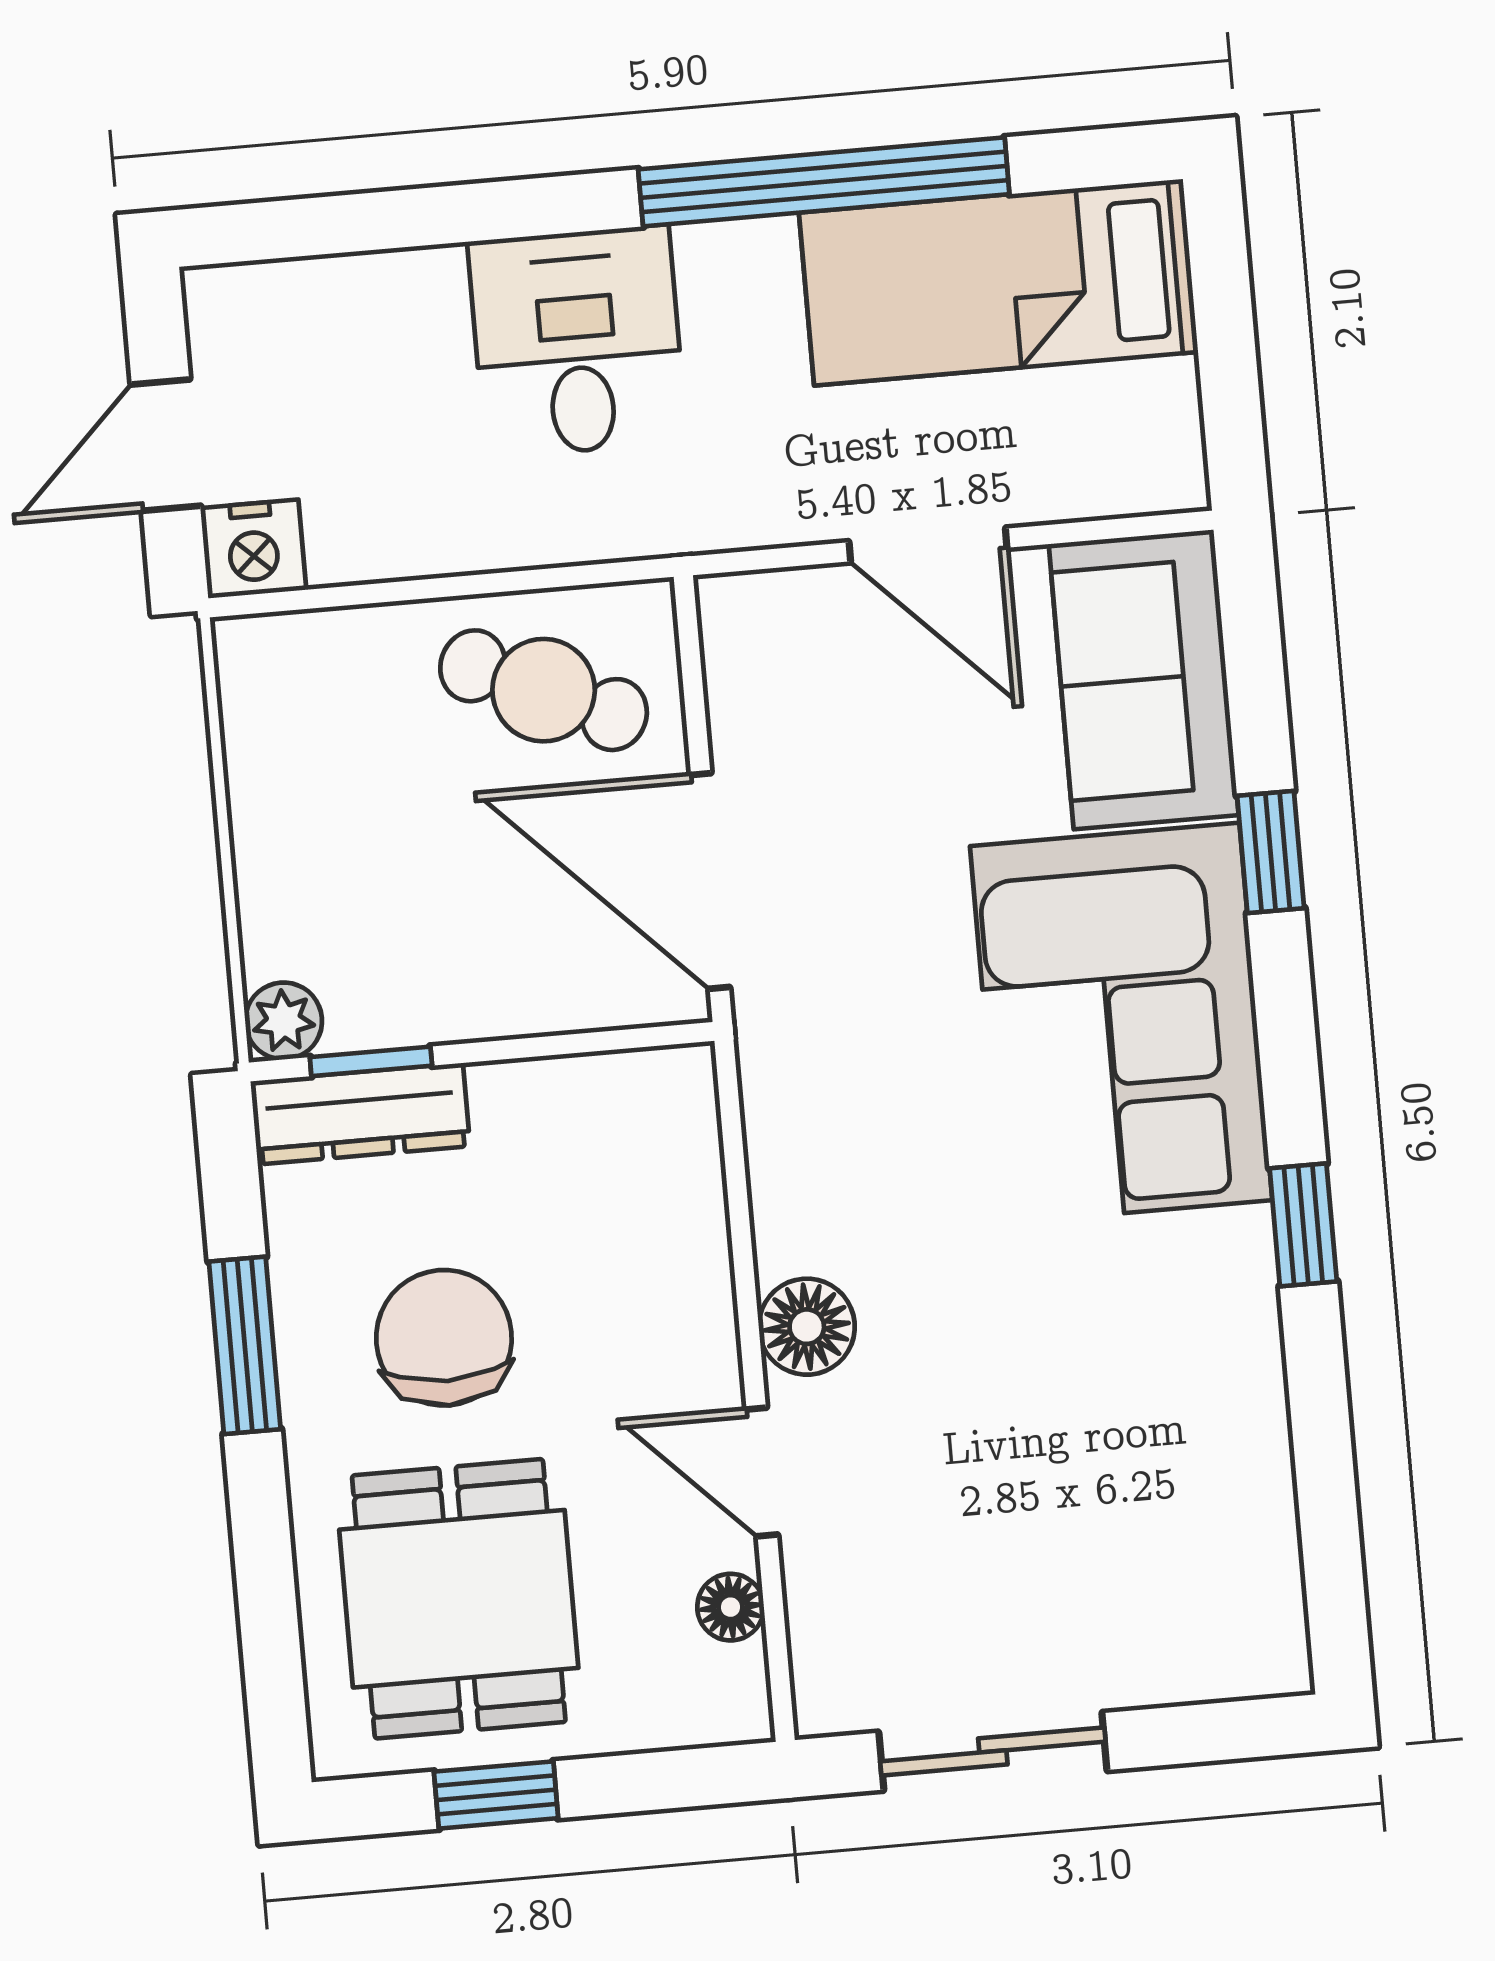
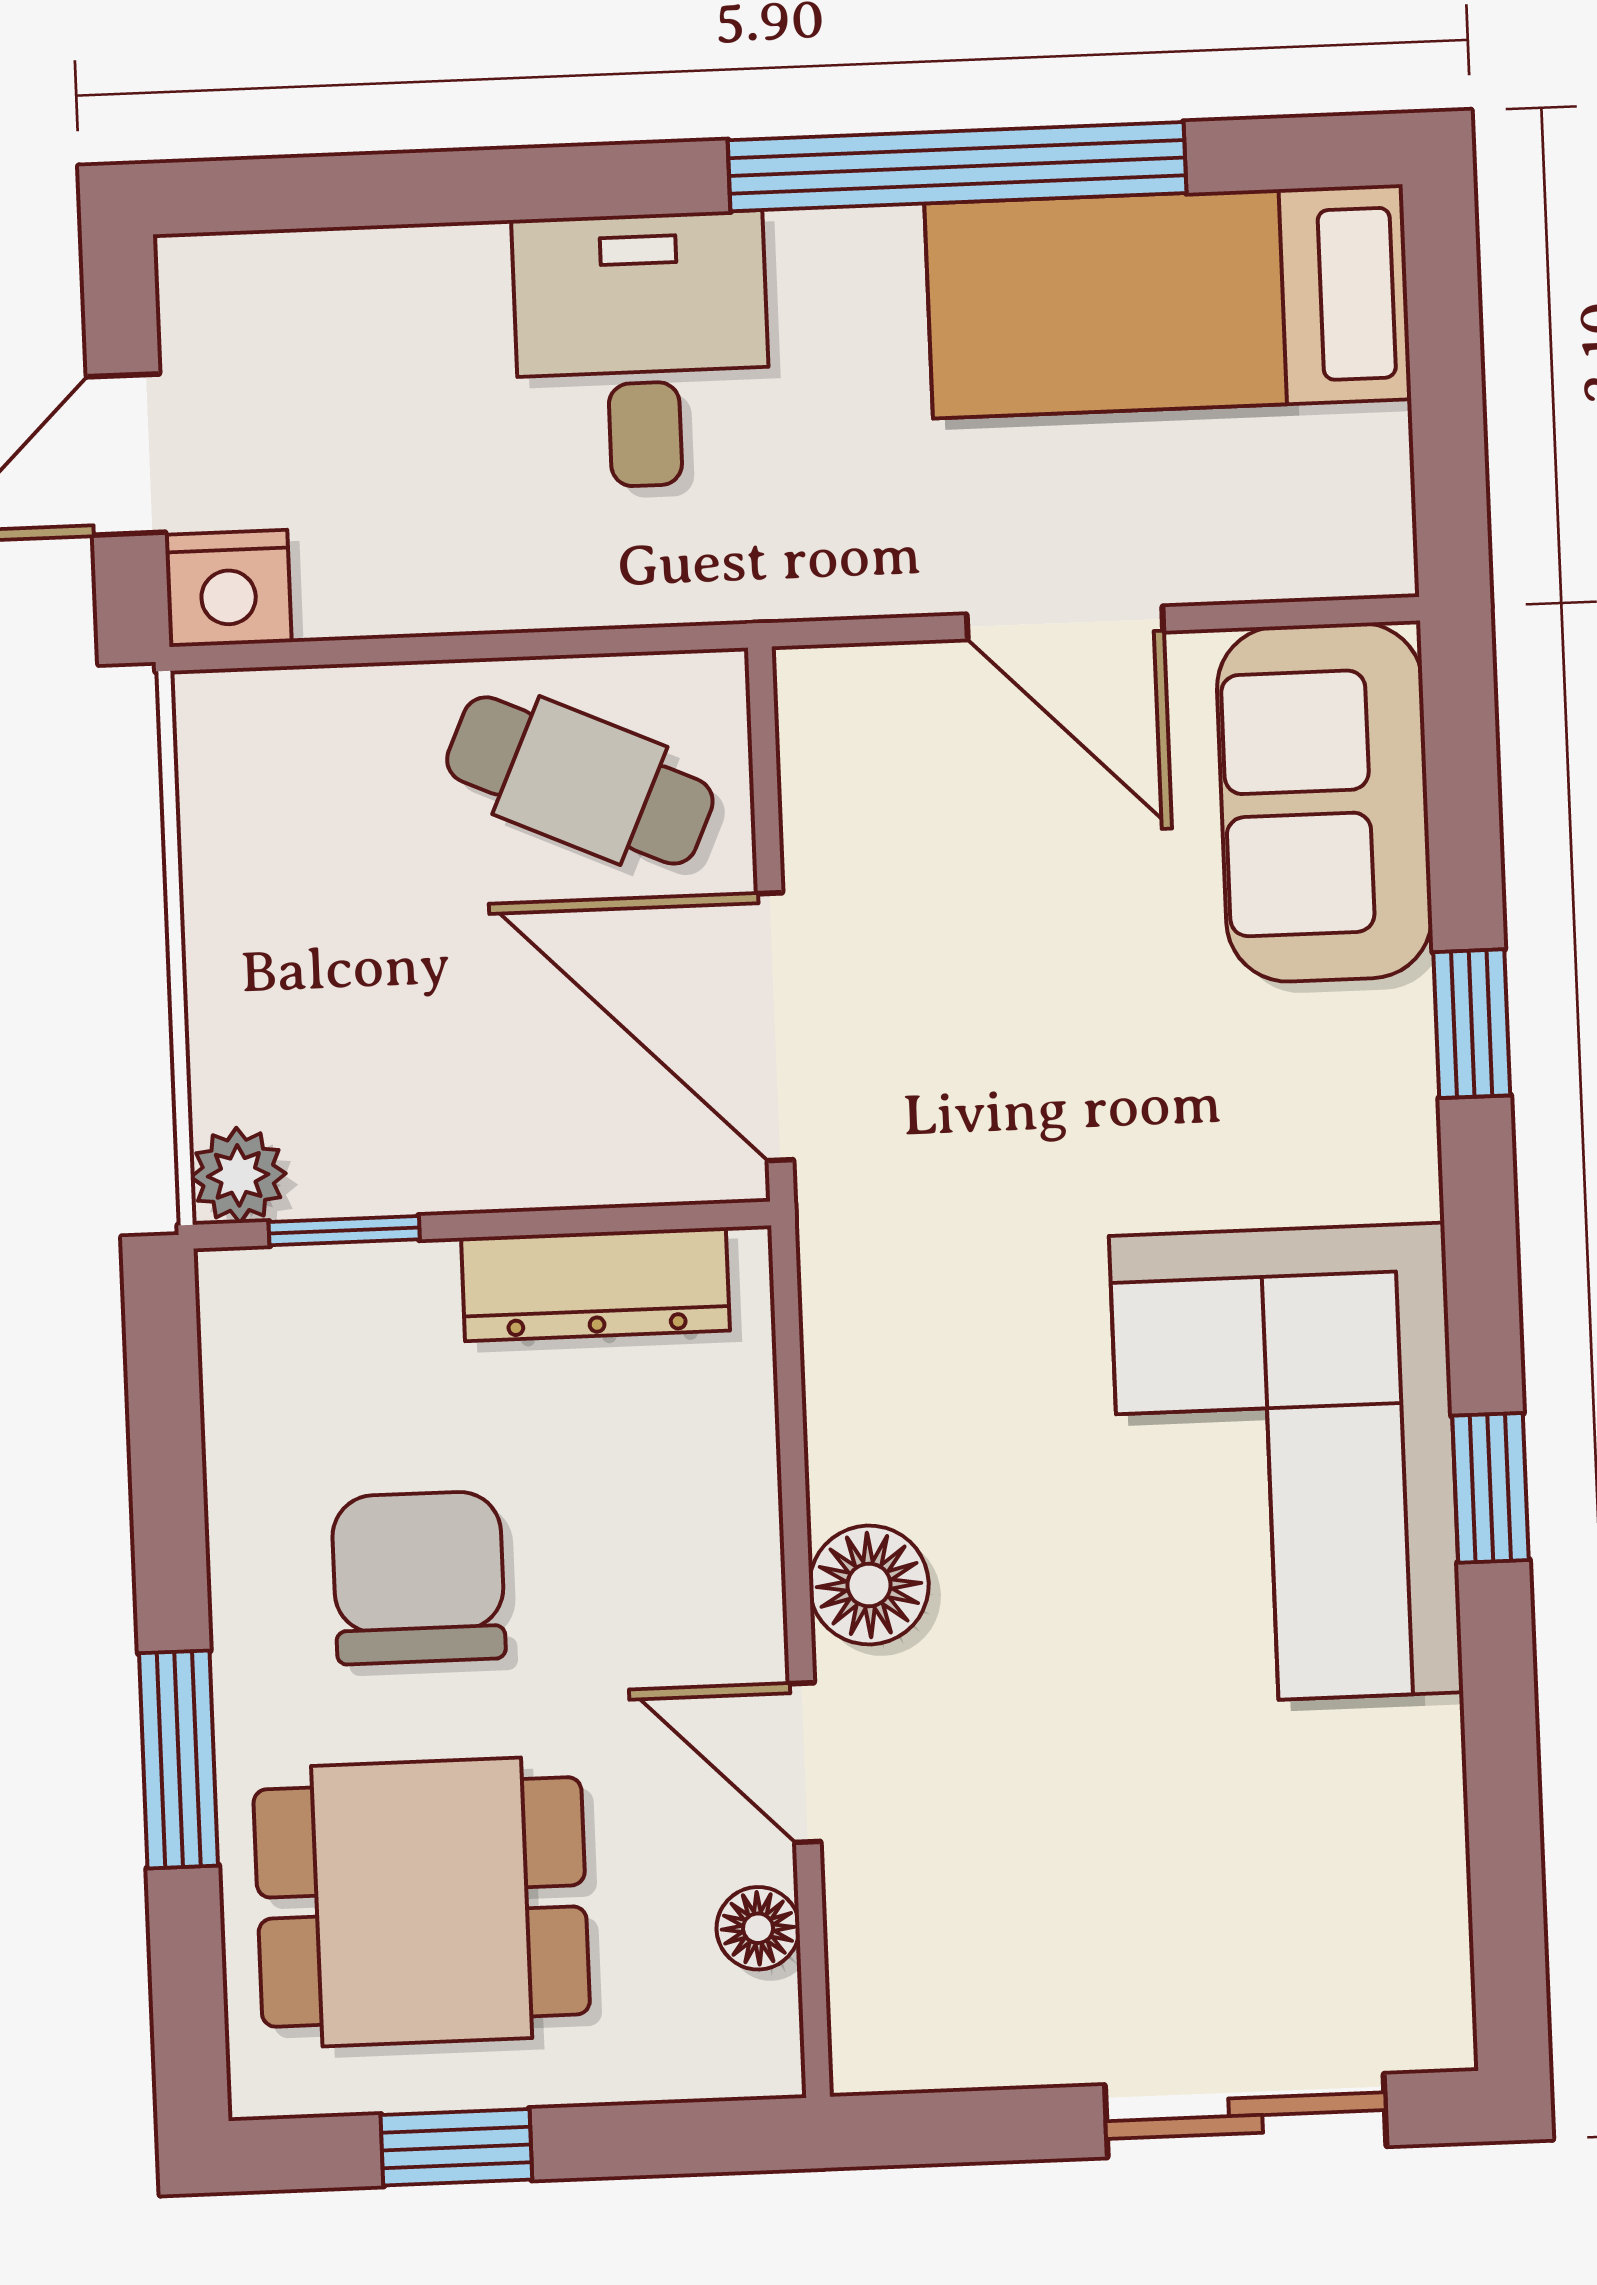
corner sofa: (1121, 1023) -> (1286, 1464), moved
dresser: (360, 1114) -> (595, 1284), moved
window: (245, 1345) -> (179, 1759), moved
dining table: (459, 1599) -> (422, 1902), turned 90
sliding door: (993, 1751) -> (1246, 2116), moved

